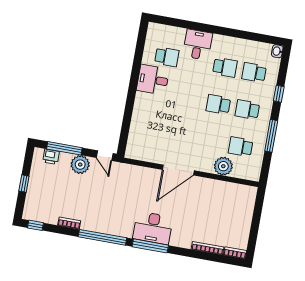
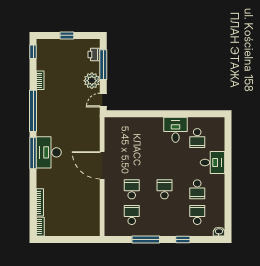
school desk: (247, 110) -> (132, 189), moved
plant: (223, 166) -> (112, 203), removed

